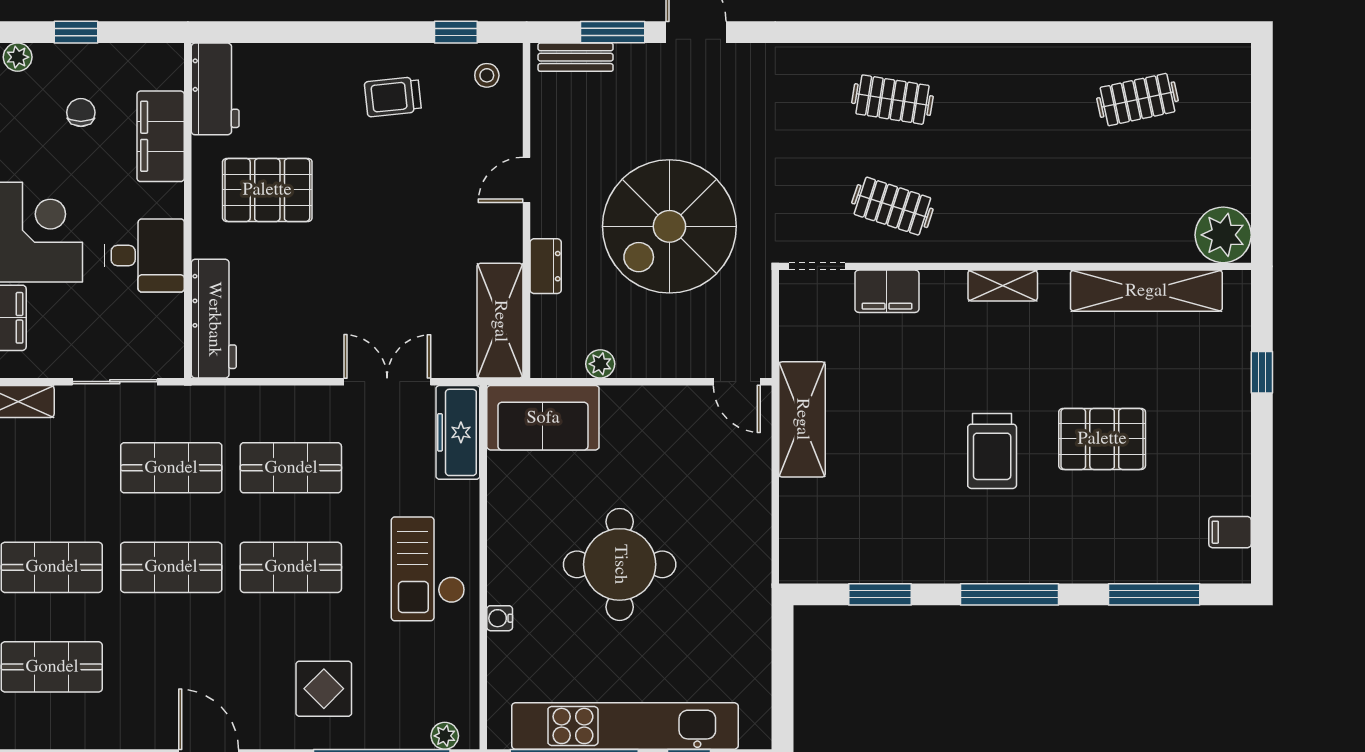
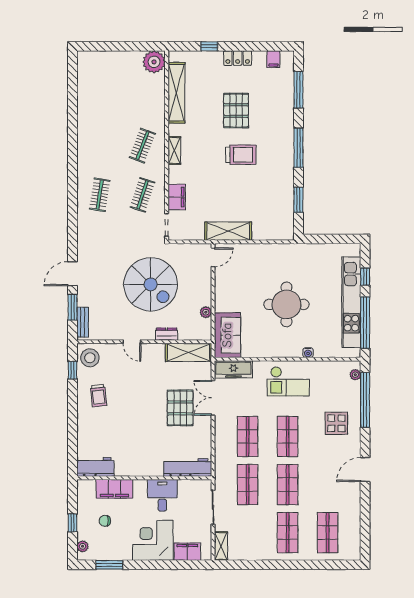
stool: (487, 75) -> (90, 358), width x1.89, depth x1.89
clothes rail: (1137, 100) -> (142, 146), moved, turned 33
pallet: (267, 190) -> (180, 408), moved
locker: (1233, 443) -> (238, 58), added

